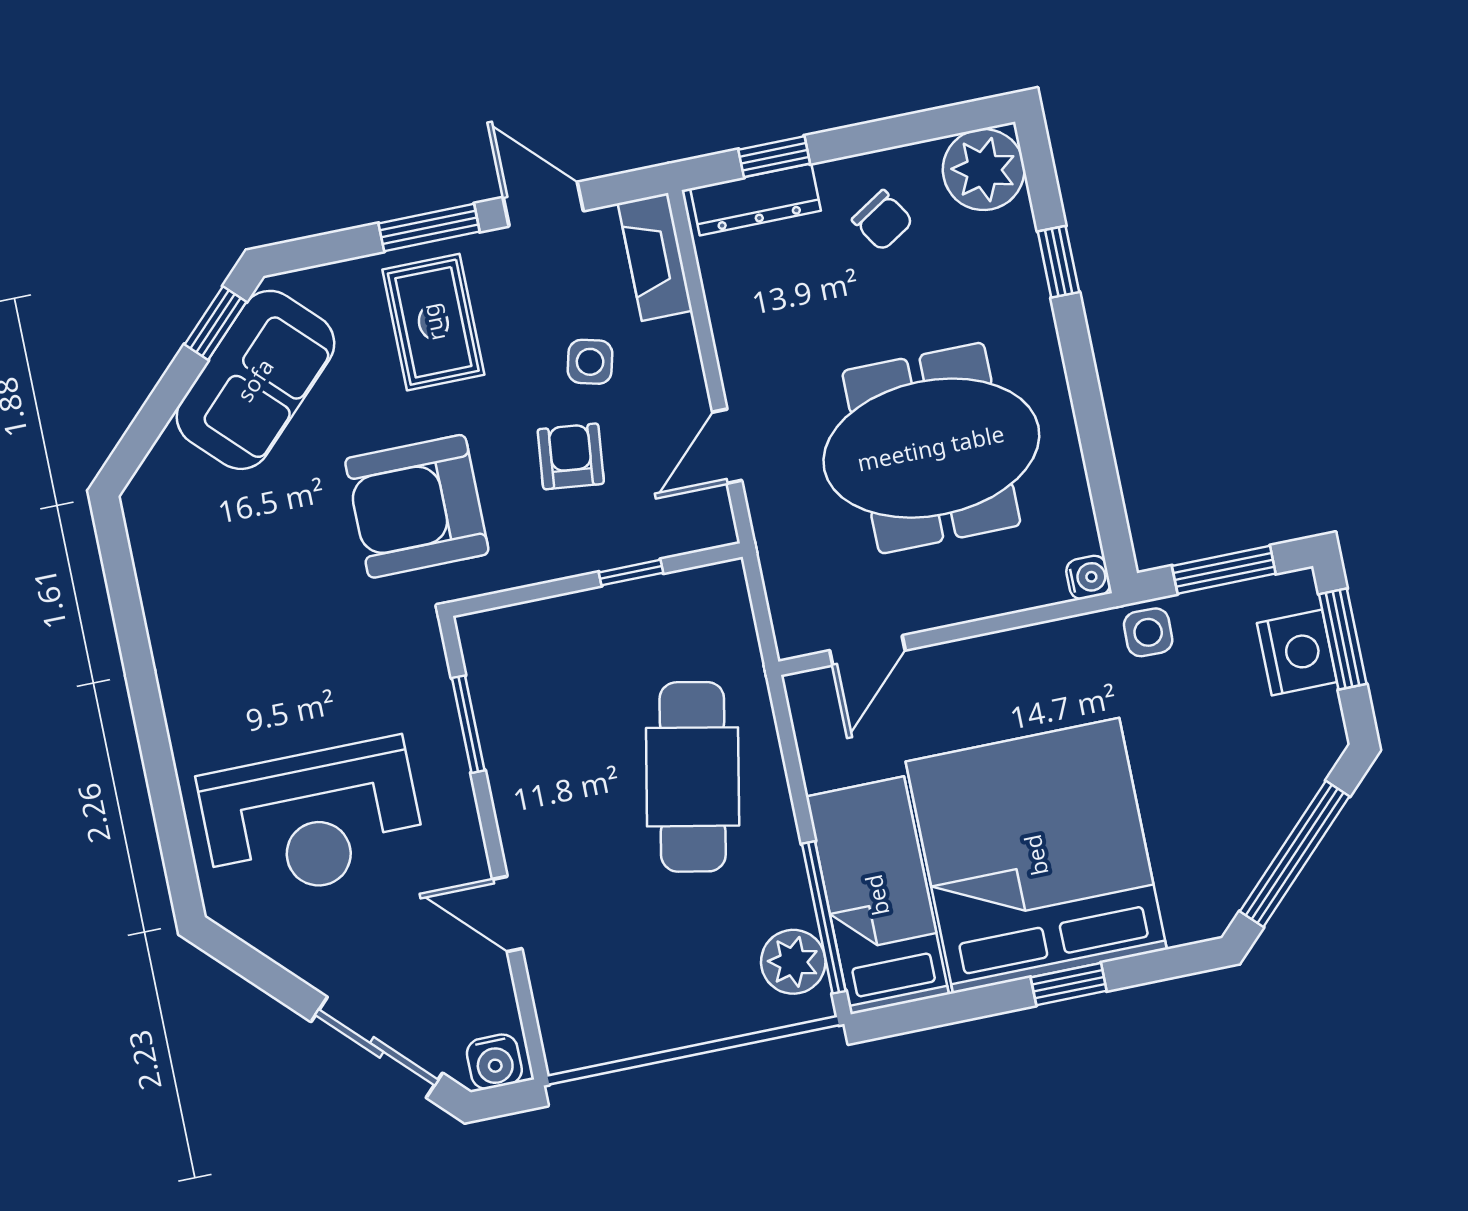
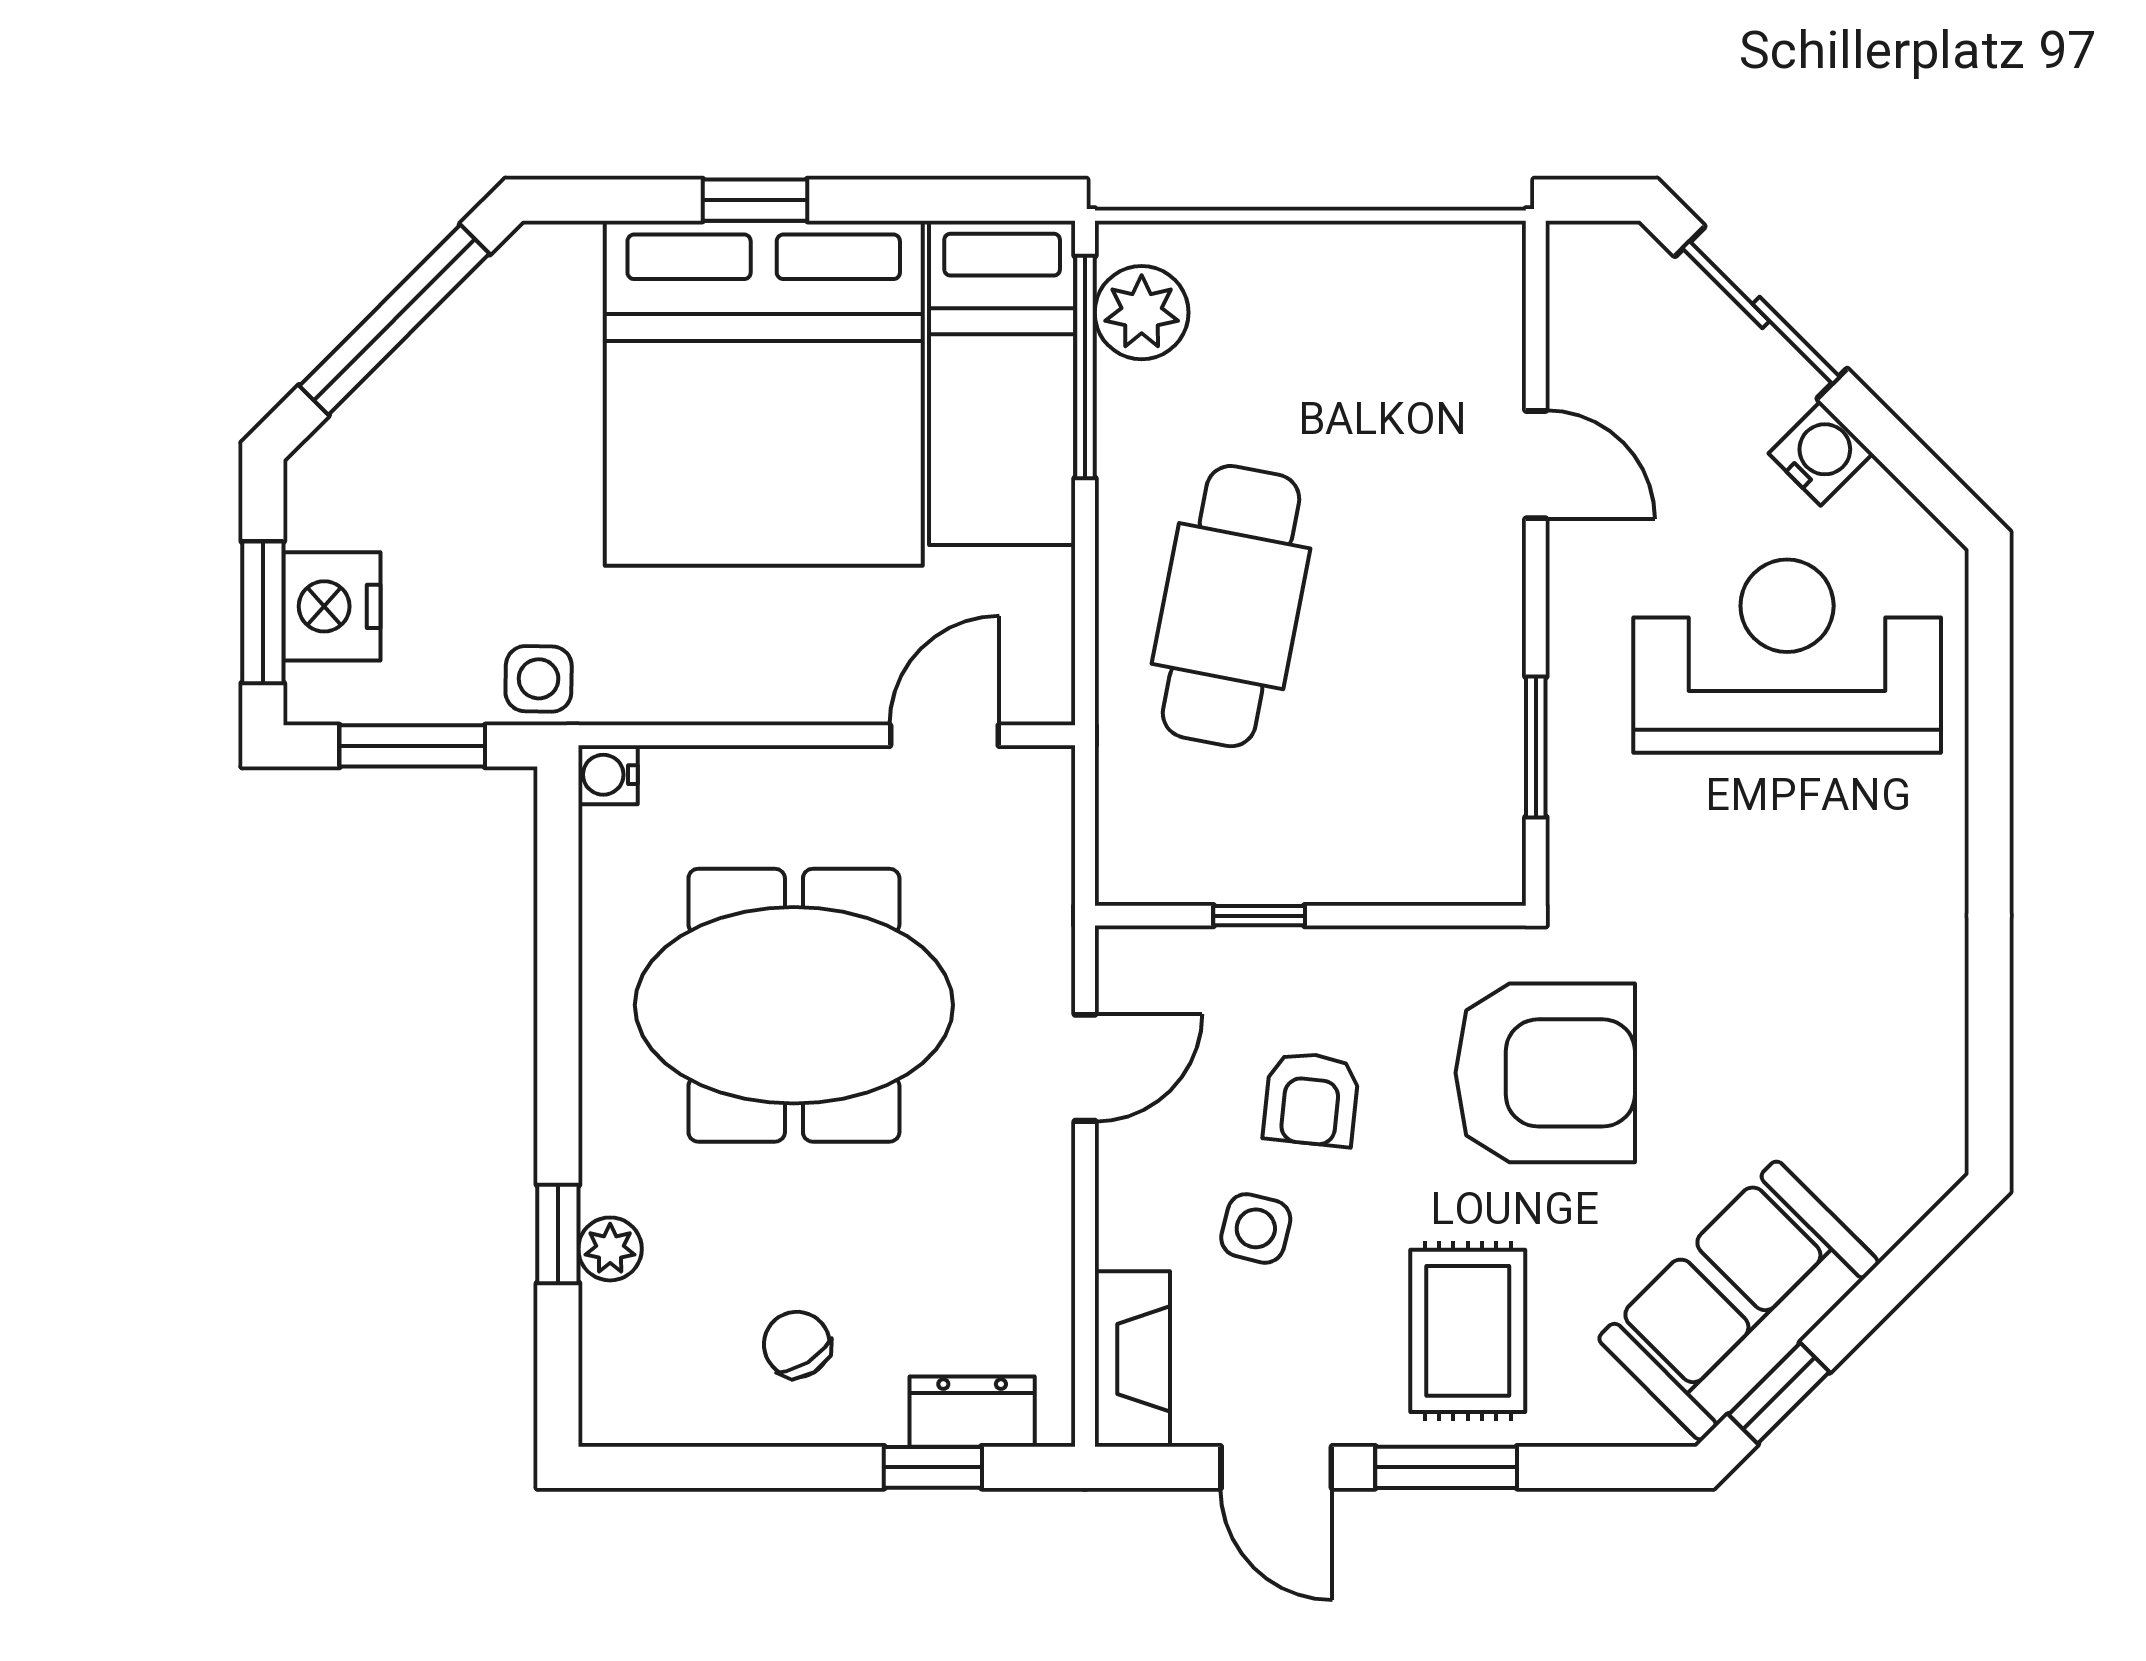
plant: (984, 170) -> (610, 1249), moved, width x0.53, depth x0.53
dresser: (755, 200) -> (972, 1412), width x0.70
water cooler: (494, 1062) -> (1821, 453), moved, turned 45

